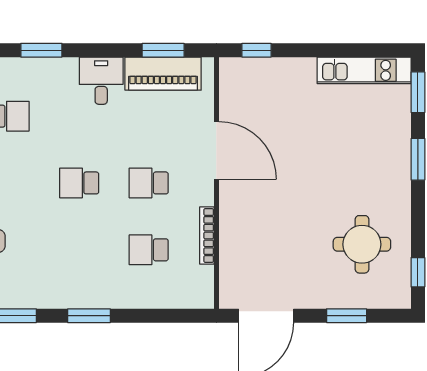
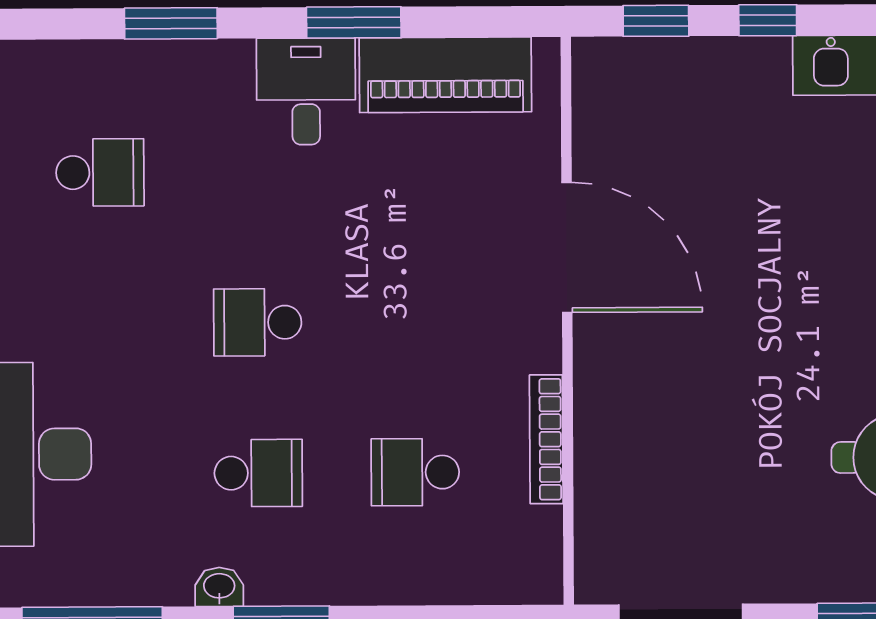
window: (163, 50) -> (354, 22), moved
window: (306, 50) -> (768, 20), added
school desk: (149, 183) -> (258, 473), moved, turned 180
washbasin: (62, 300) -> (219, 587), added

